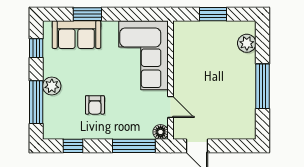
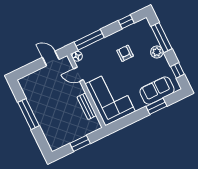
plant: (247, 43) -> (51, 136), removed
bench: (180, 59) -> (87, 106), added

